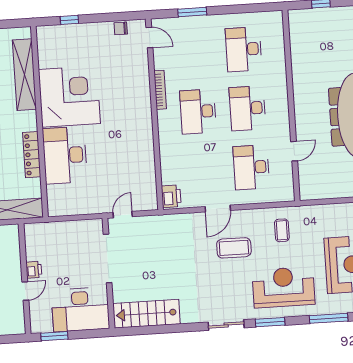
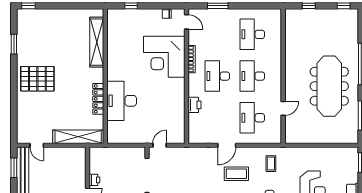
corner desk: (69, 96) -> (164, 57), moved, turned 180
printer: (171, 196) -> (195, 105), moved

